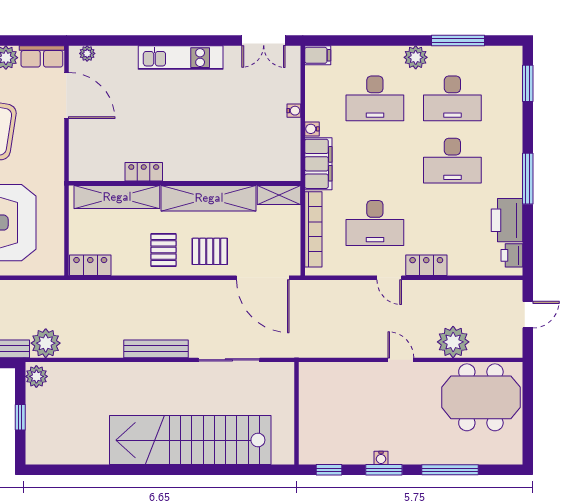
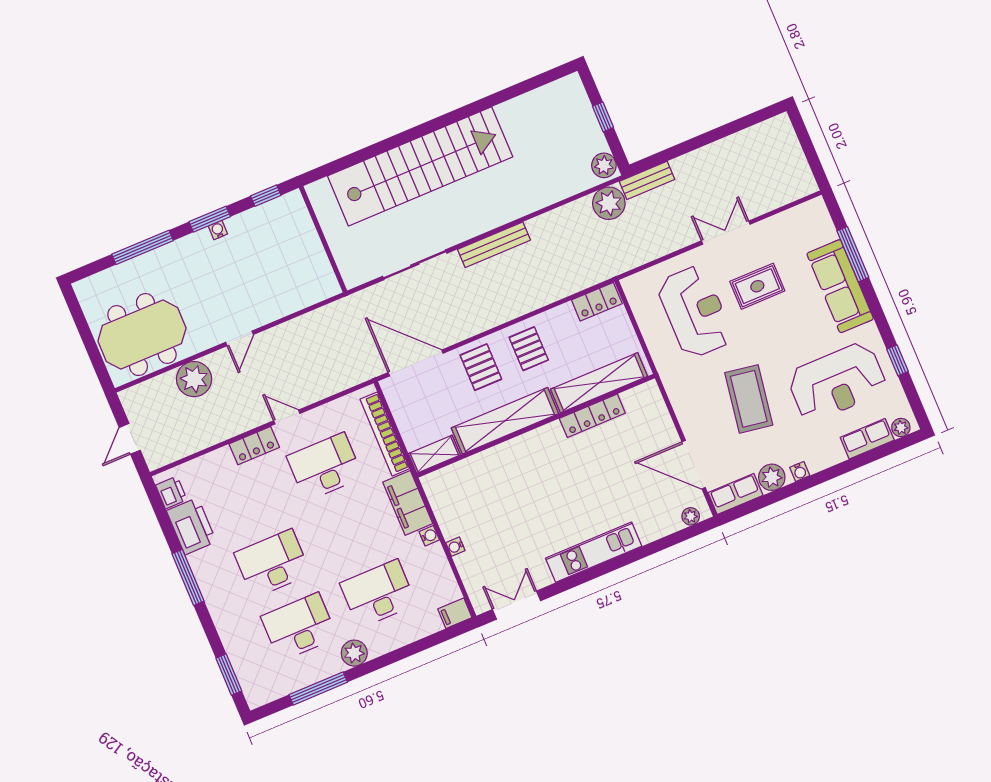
locker: (144, 172) -> (592, 416), width x1.53
pallet: (210, 251) -> (481, 367), turned 90
door: (401, 360) -> (240, 338), hinge flipped

